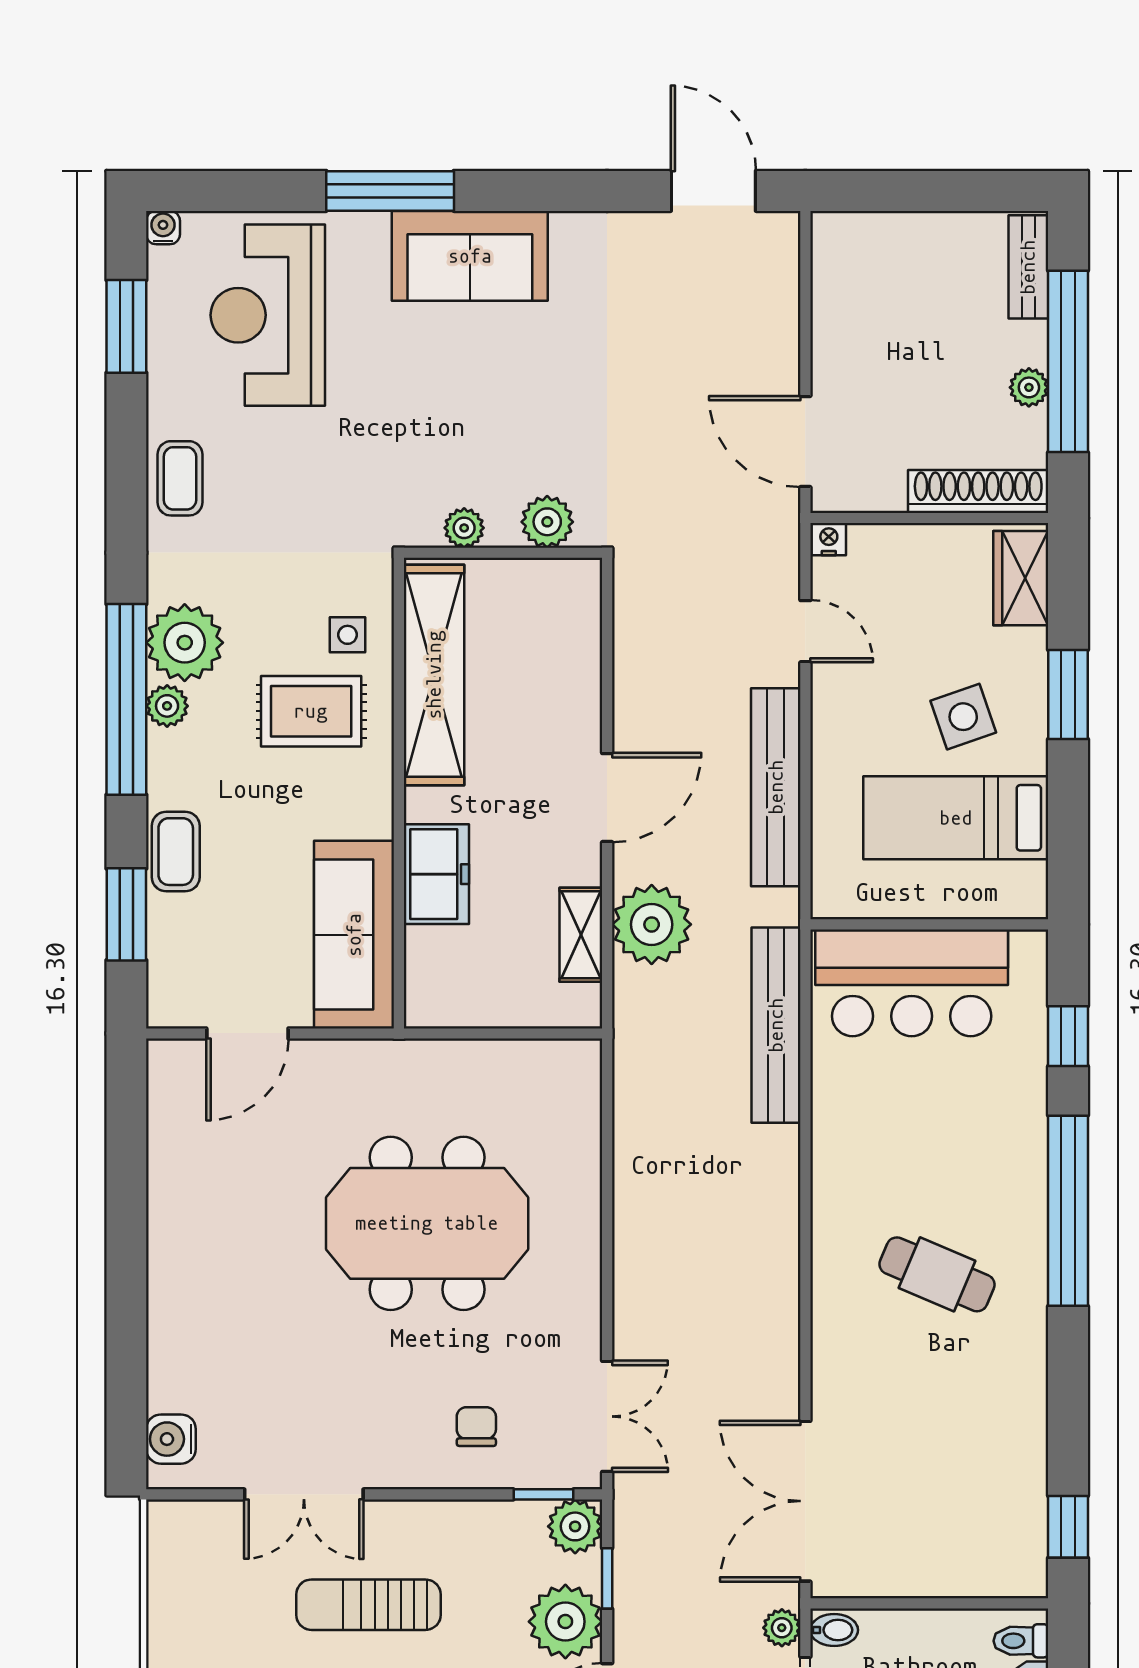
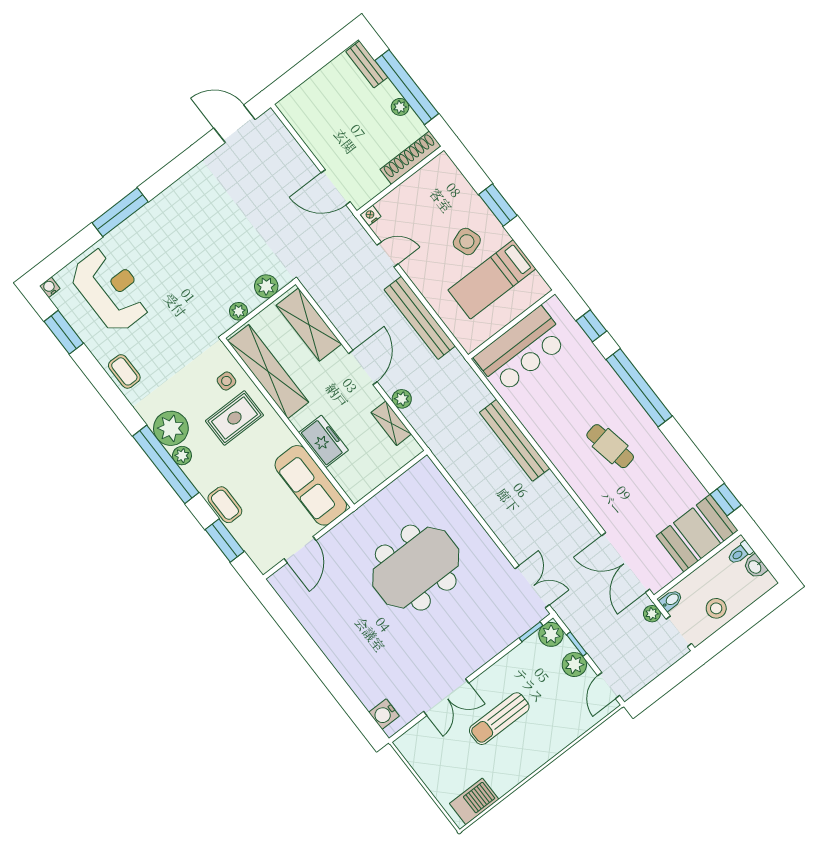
sofa: (470, 256) -> (166, 213), removed
reception desk: (268, 315) -> (111, 290), turned 180
wardrobe: (1021, 578) -> (449, 177), removed
shelving: (570, 648) -> (309, 325), added
plant: (652, 924) -> (402, 399), width x0.53, depth x0.53
bench: (776, 1025) -> (515, 440), moved
cafe table: (937, 1274) -> (610, 446), turned 56
chair: (476, 1427) -> (489, 626), removed
booth: (972, 1547) -> (697, 533), added
plant: (565, 1622) -> (574, 665), width x0.73, depth x0.73

